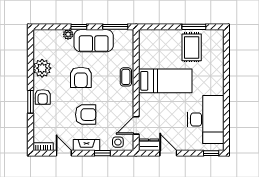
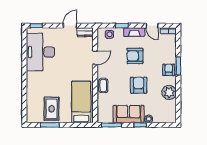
bed: (165, 81) -> (81, 102), moved, turned 90
door: (136, 125) -> (95, 58), moved
door: (168, 153) -> (70, 26), swing flipped

